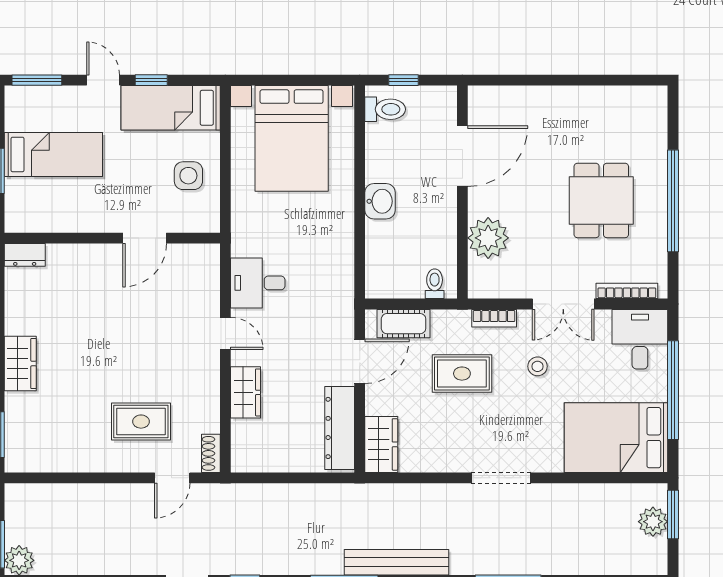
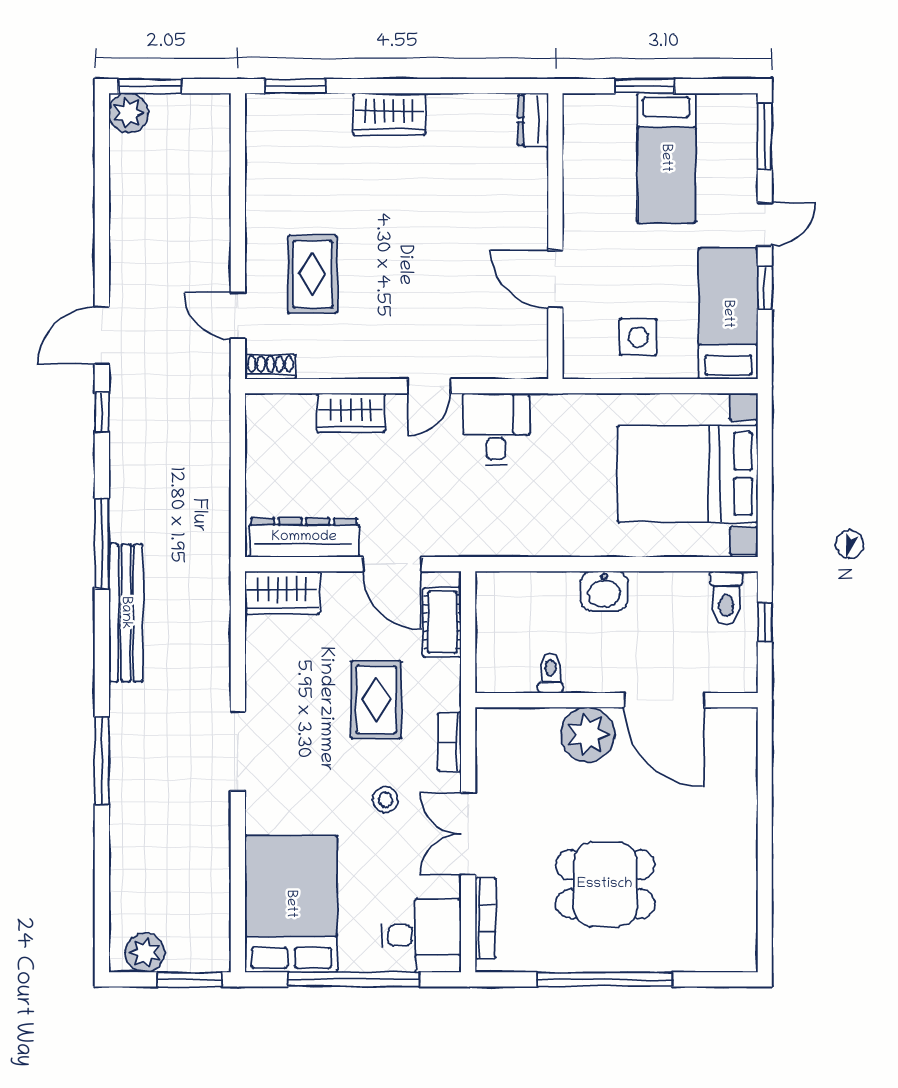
plant: (488, 238) -> (588, 734), moved
toilet: (435, 284) -> (551, 673), moved, turned -90
plant: (653, 522) -> (145, 953), moved

